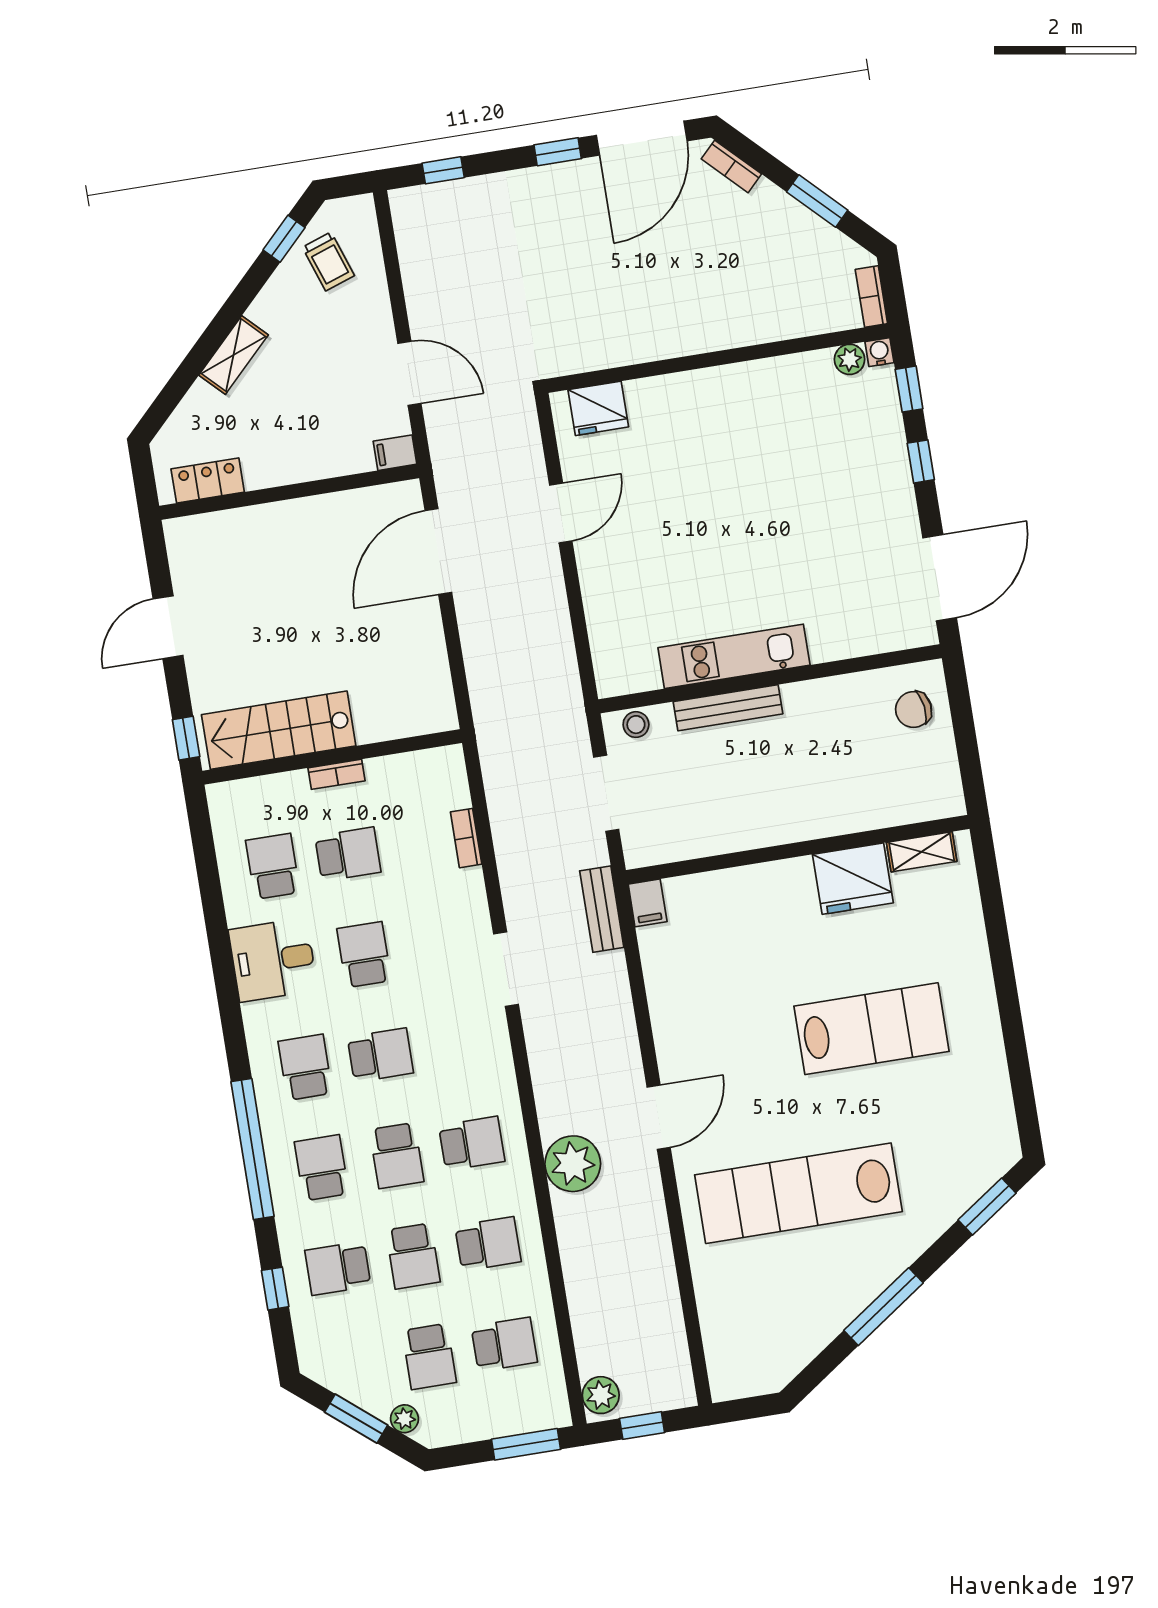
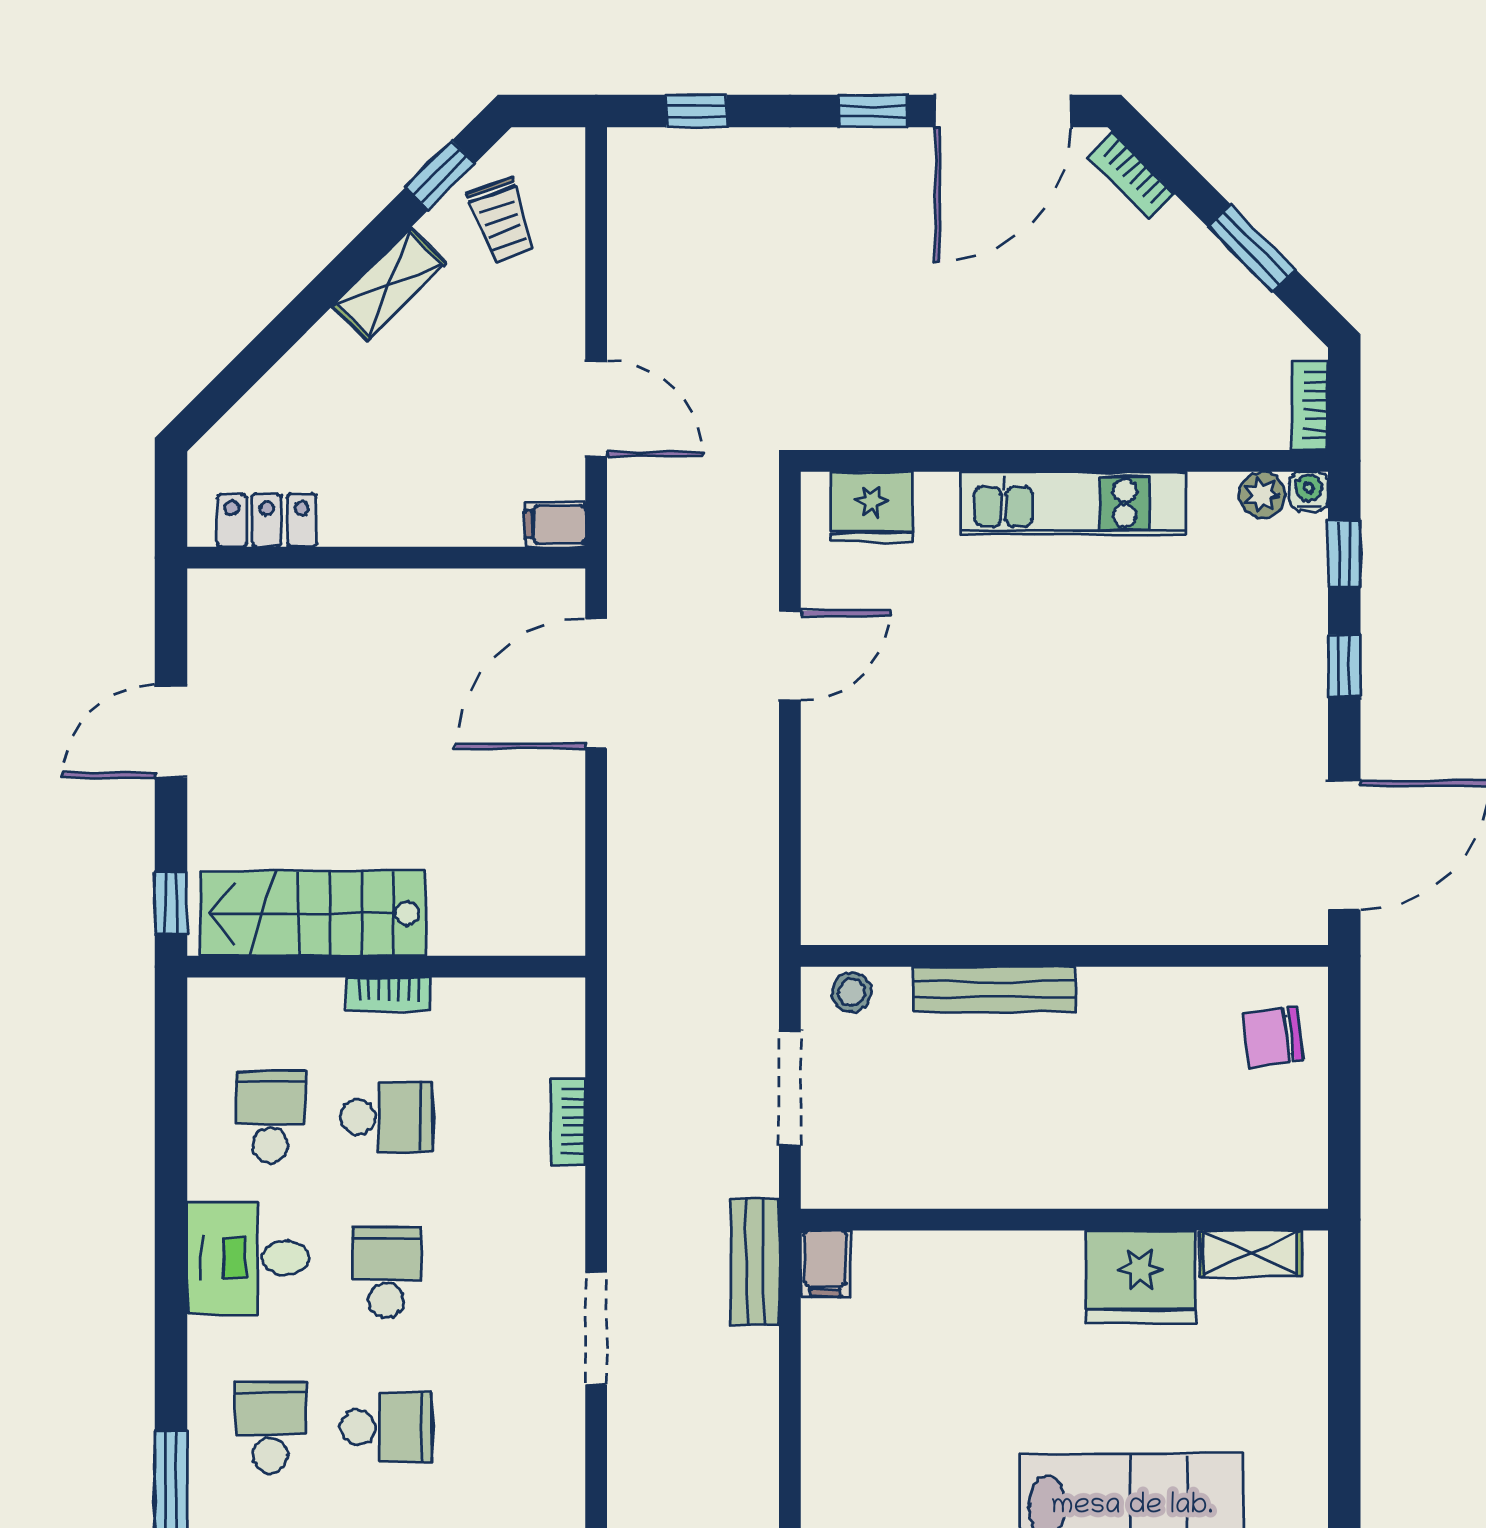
shelving: (234, 355) -> (389, 284), moved
kitchen unit: (734, 656) -> (1073, 503), moved, turned 180

